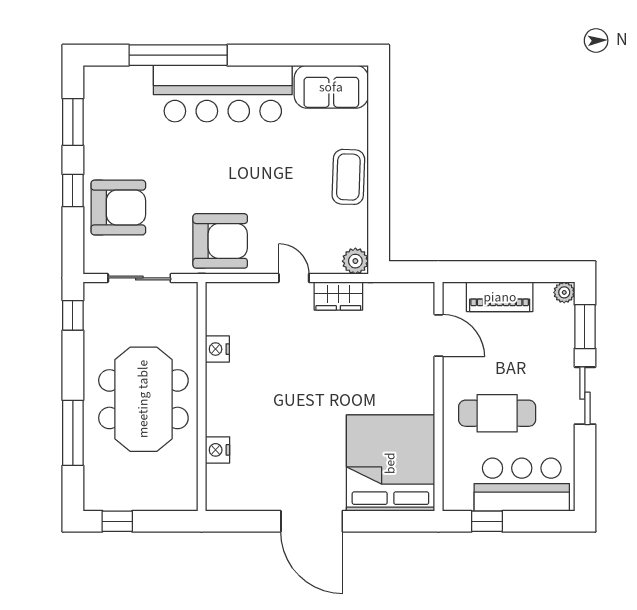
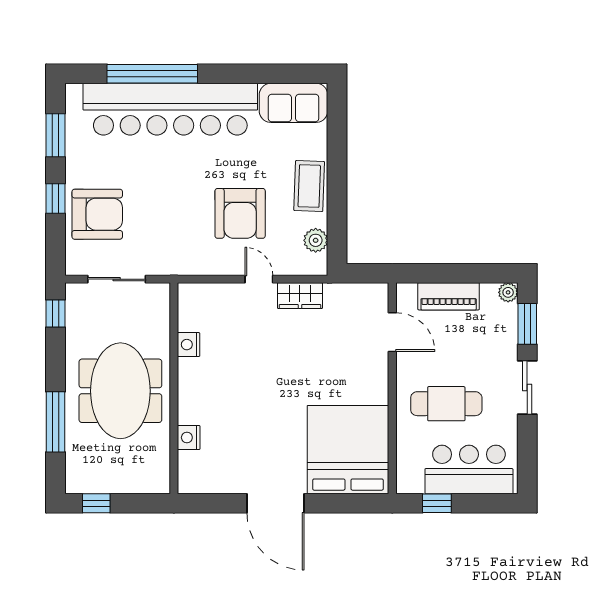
bar counter: (223, 94) -> (170, 109), width x1.36
armchair: (220, 241) -> (240, 213), moved, turned 90
plant: (355, 261) -> (316, 240), moved

